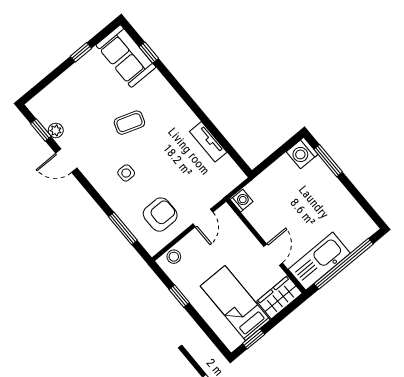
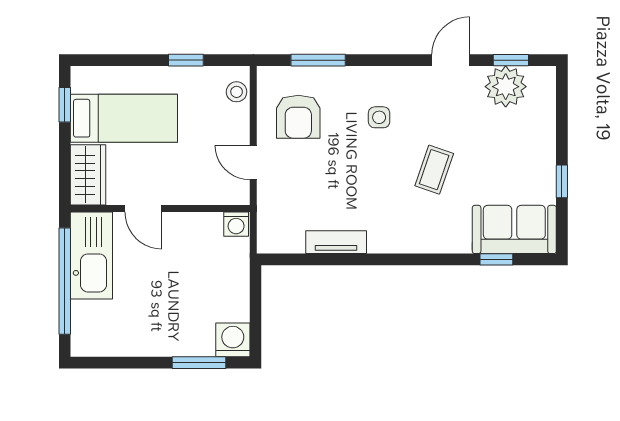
plant: (56, 130) -> (506, 87), width x1.88, depth x1.88

